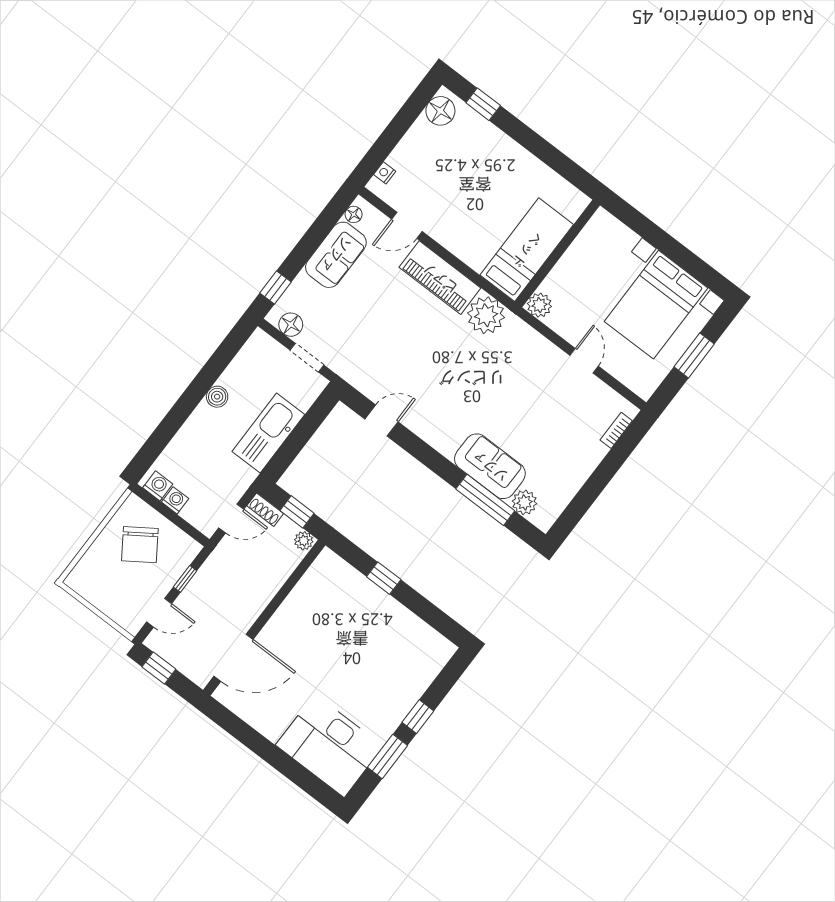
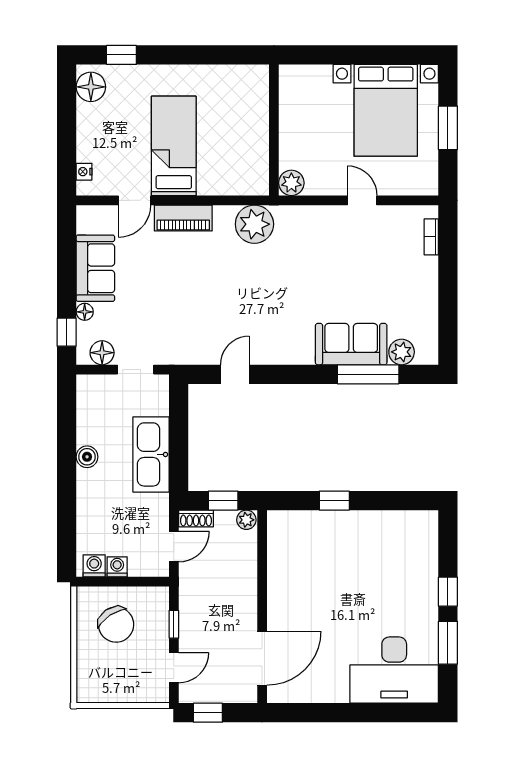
floor lamp: (354, 214) -> (85, 312), moved
bed: (527, 250) -> (174, 146), moved
piano: (440, 278) -> (183, 218), width x0.73, depth x0.75

